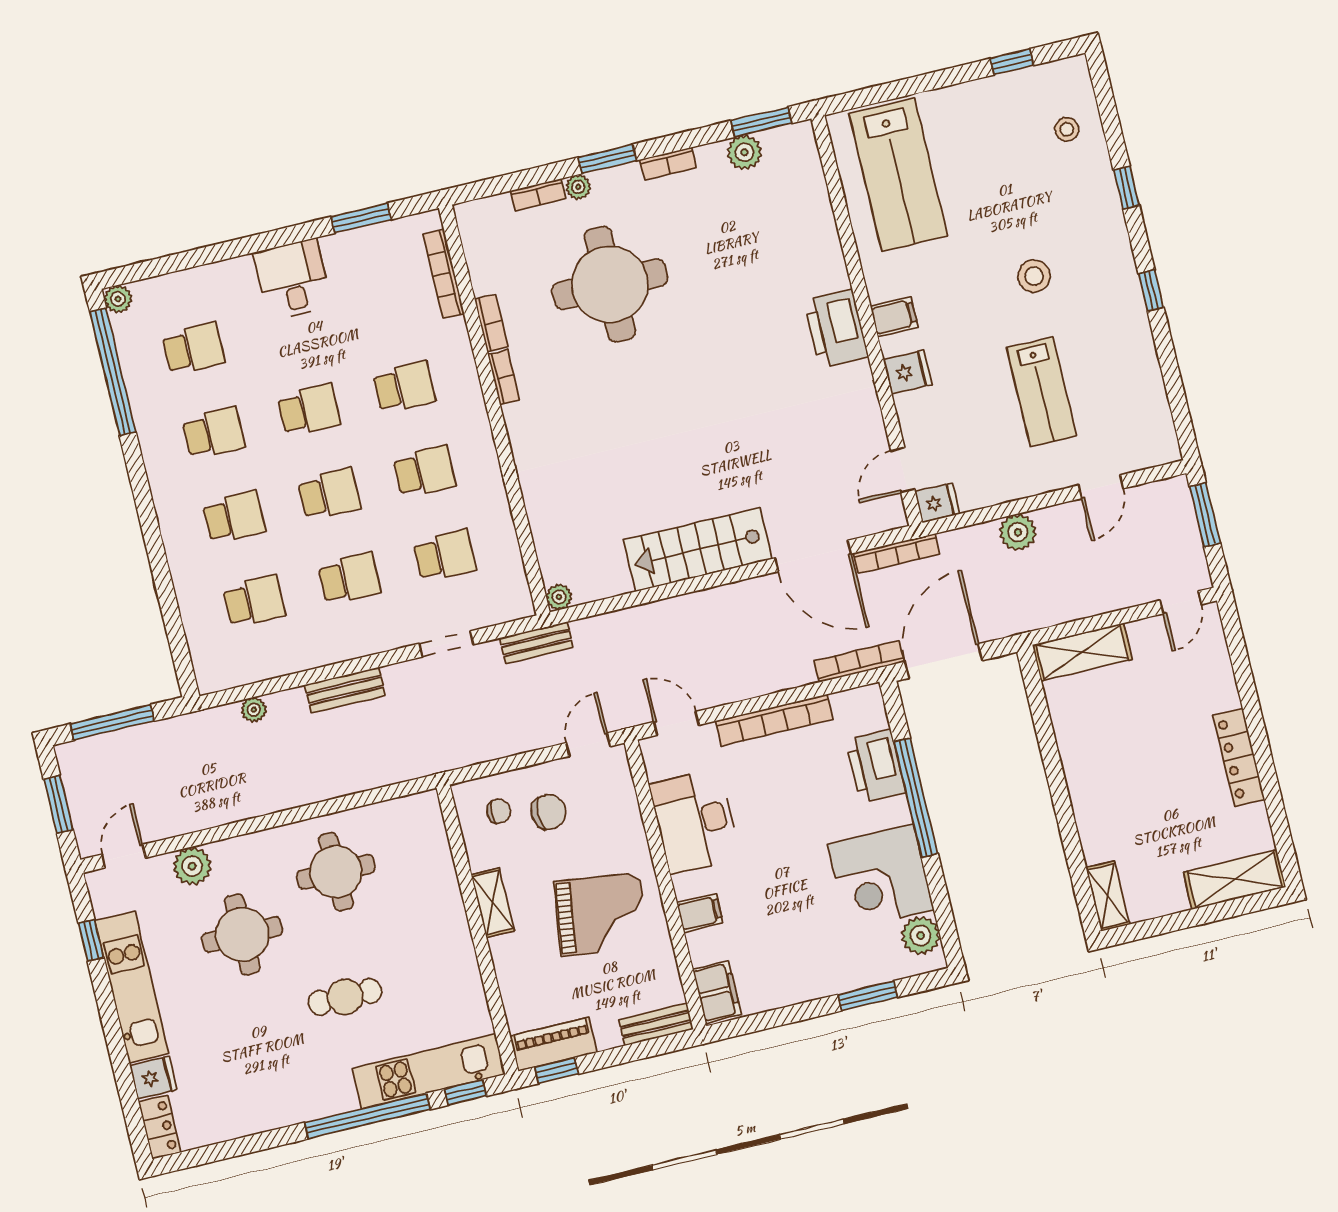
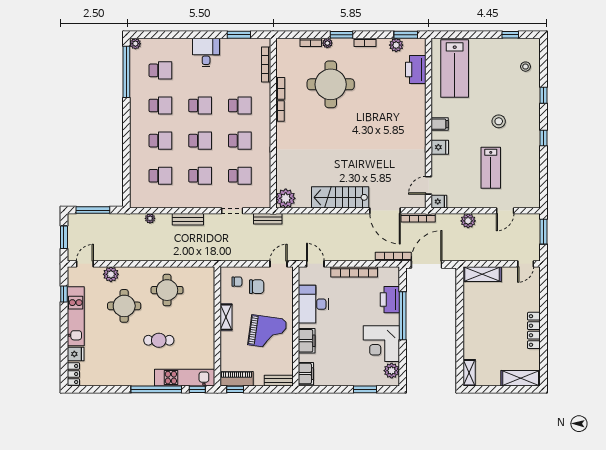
printer: (836, 328) -> (416, 69), moved
plant: (559, 597) -> (286, 198), width x1.88, depth x1.88
filing cabinet: (700, 913) -> (307, 341), width x2.00

